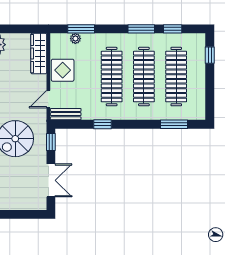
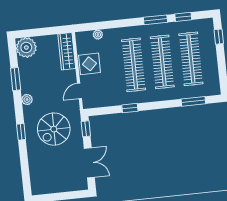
window: (81, 29) -> (102, 25), removed
bench: (66, 114) -> (96, 103), removed

